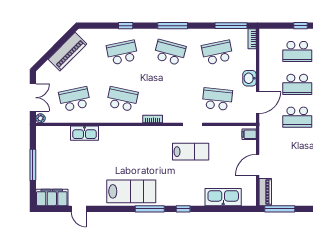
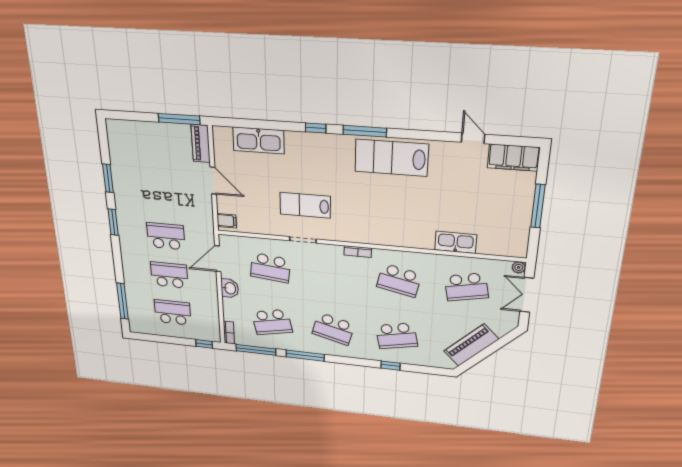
window: (173, 26) -> (305, 356), moved
window: (301, 26) -> (204, 344), moved
door: (258, 165) -> (213, 181), hinge flipped

